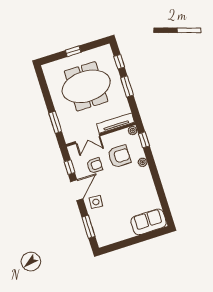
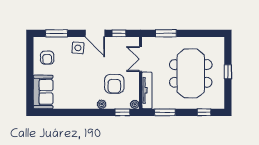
window: (127, 86) -> (165, 112), moved
armchair: (95, 165) -> (47, 58), moved

